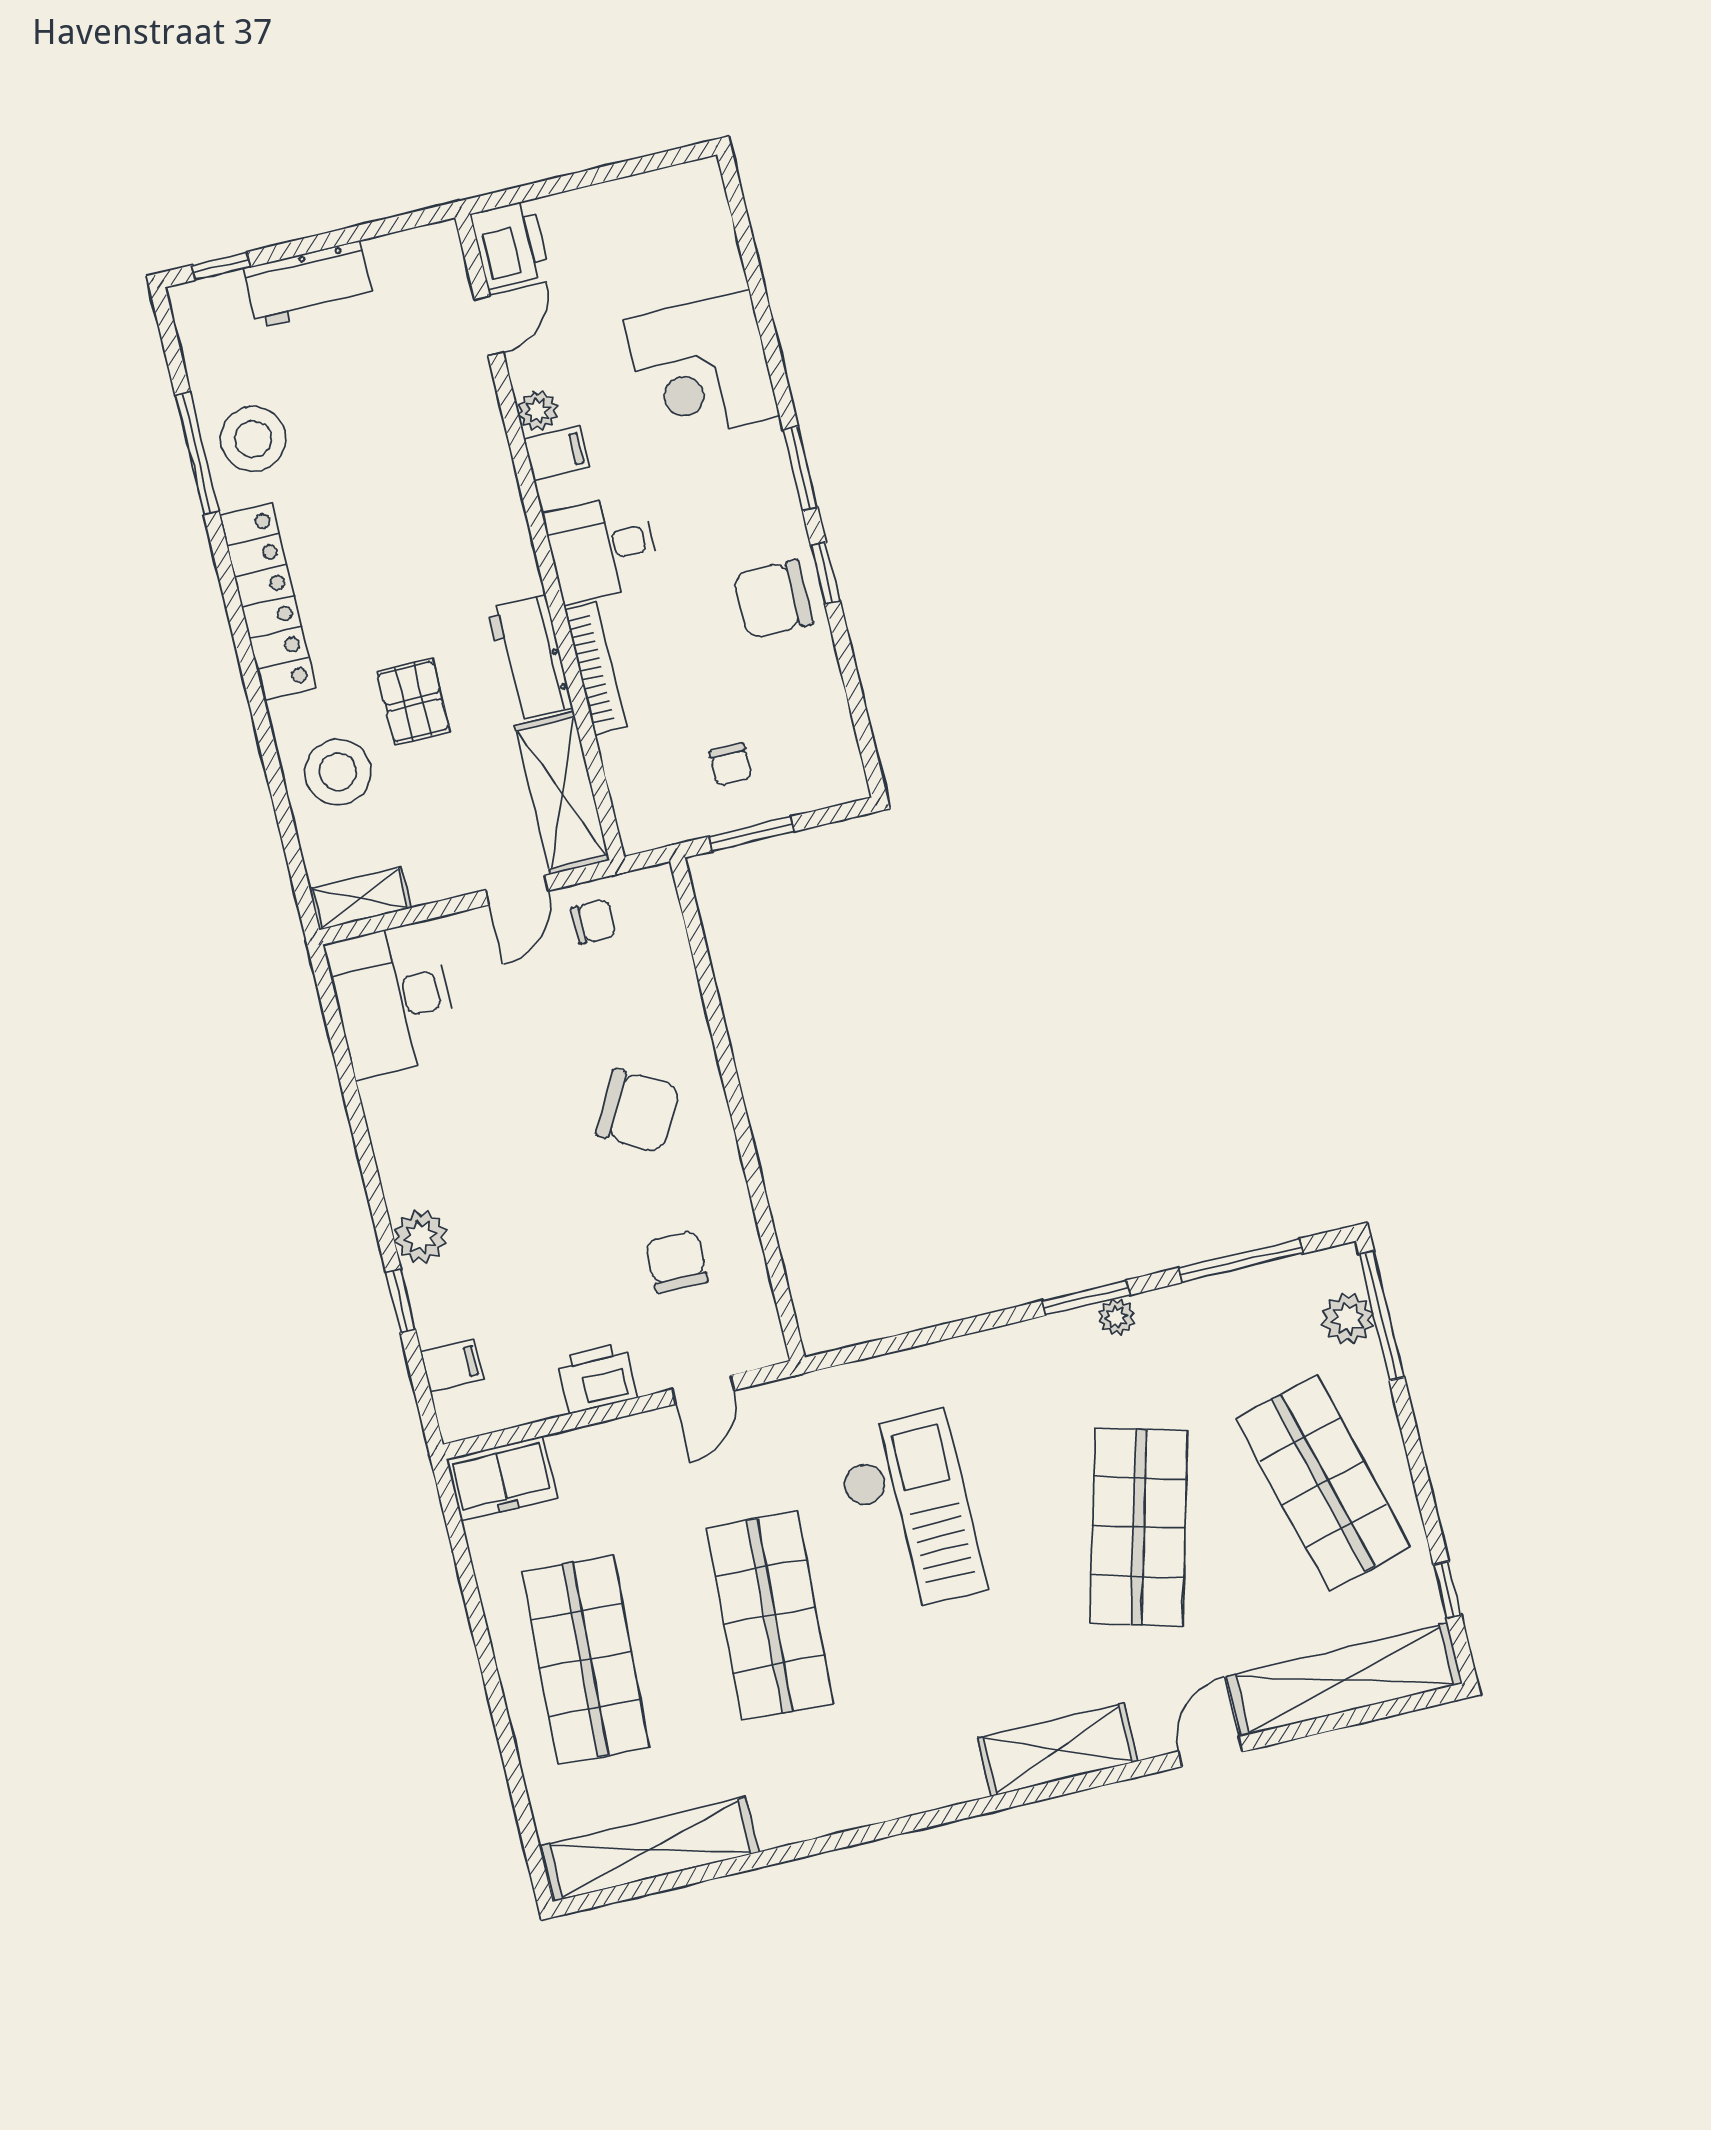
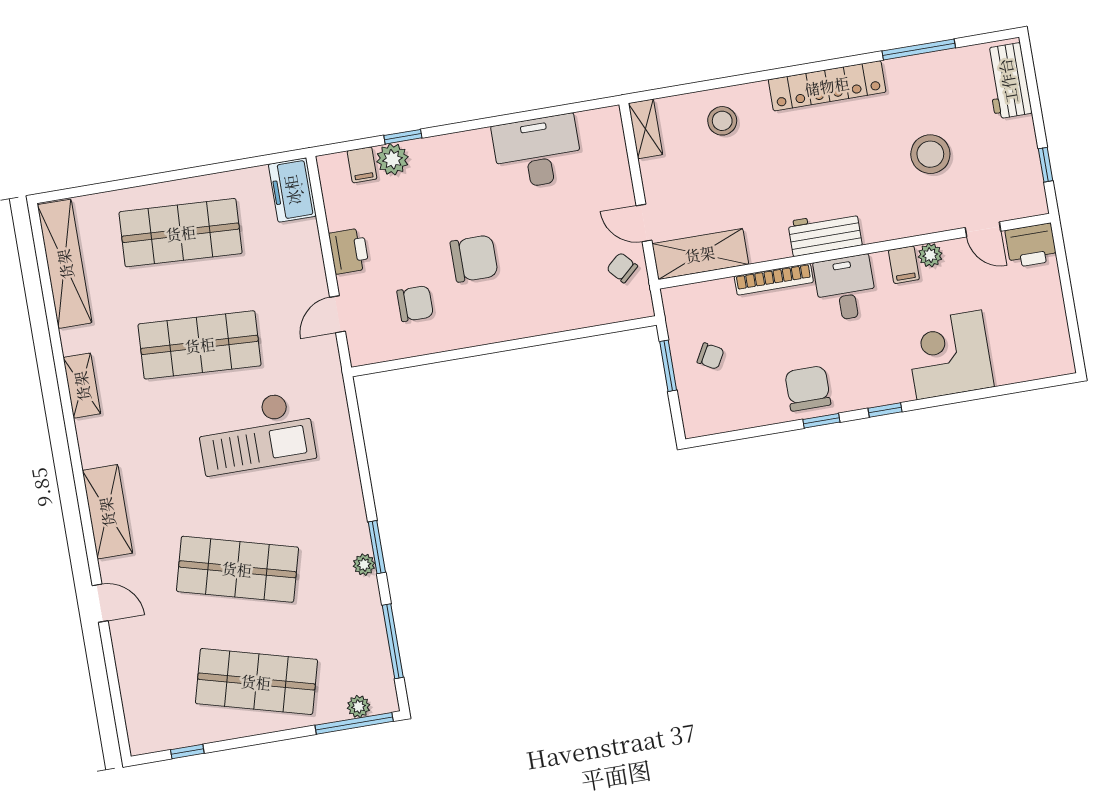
window: (221, 266) -> (1046, 165), moved
workbench: (309, 284) -> (1008, 81), moved
stool: (253, 439) -> (930, 154), moved
window: (800, 468) -> (885, 410), width x0.67
workbench: (530, 658) -> (825, 233), moved
pallet: (413, 702) -> (761, 169), removed
chair: (730, 765) -> (711, 356), turned -151
stool: (338, 772) -> (722, 121), width x0.73, depth x0.73
chair: (593, 922) -> (622, 268), turned 138
desk: (392, 1000) -> (537, 152), moved
chair: (638, 1111) -> (474, 259), moved, turned -119
plant: (420, 1237) -> (392, 159), moved
plant: (1348, 1319) -> (359, 707), width x0.73, depth x0.73
door: (703, 1390) -> (337, 314), hinge flipped
shop shelf: (1323, 1483) -> (256, 682), turned 30
shelving: (1345, 1680) -> (82, 386), moved, width x0.45, depth x0.75

